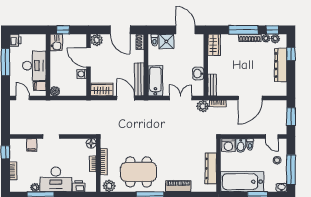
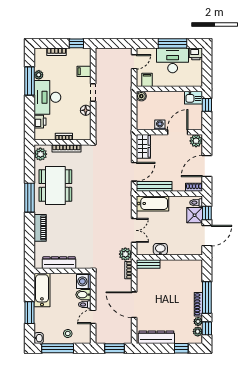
window: (164, 30) -> (207, 213), added
wardrobe: (214, 45) -> (191, 266), removed
dresser: (281, 65) -> (156, 337), moved
desk: (34, 66) -> (173, 60), moved, turned 180
door: (272, 136) -> (93, 317), moved
floor lamp: (91, 143) -> (86, 110), moved
bathtub: (242, 182) -> (42, 290), width x0.73, depth x0.73

